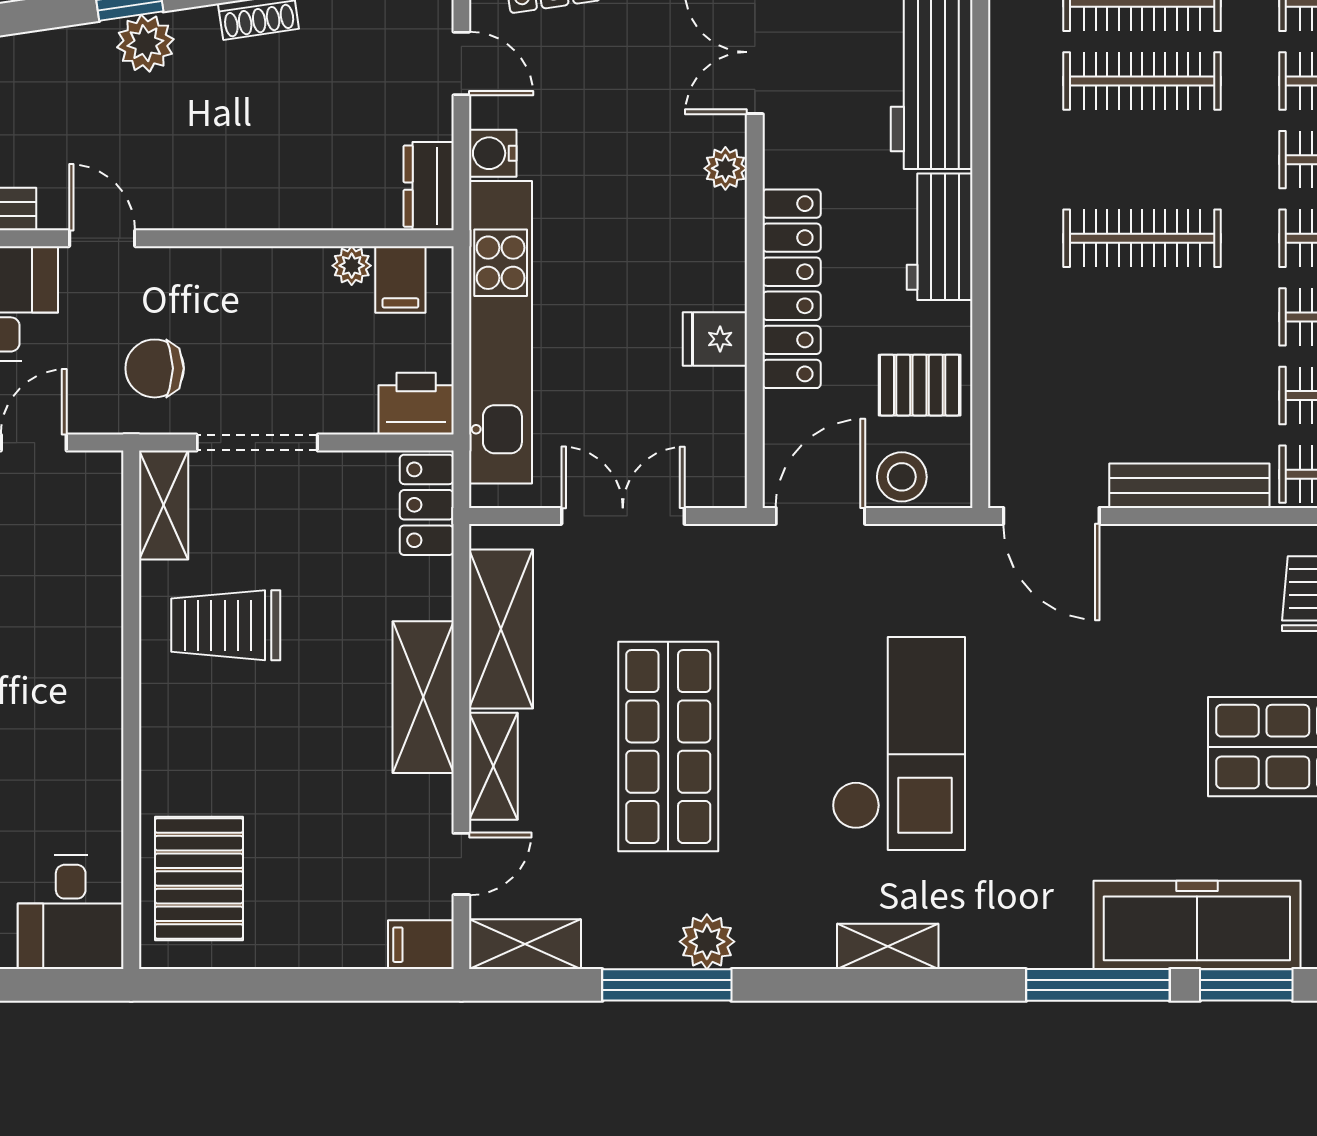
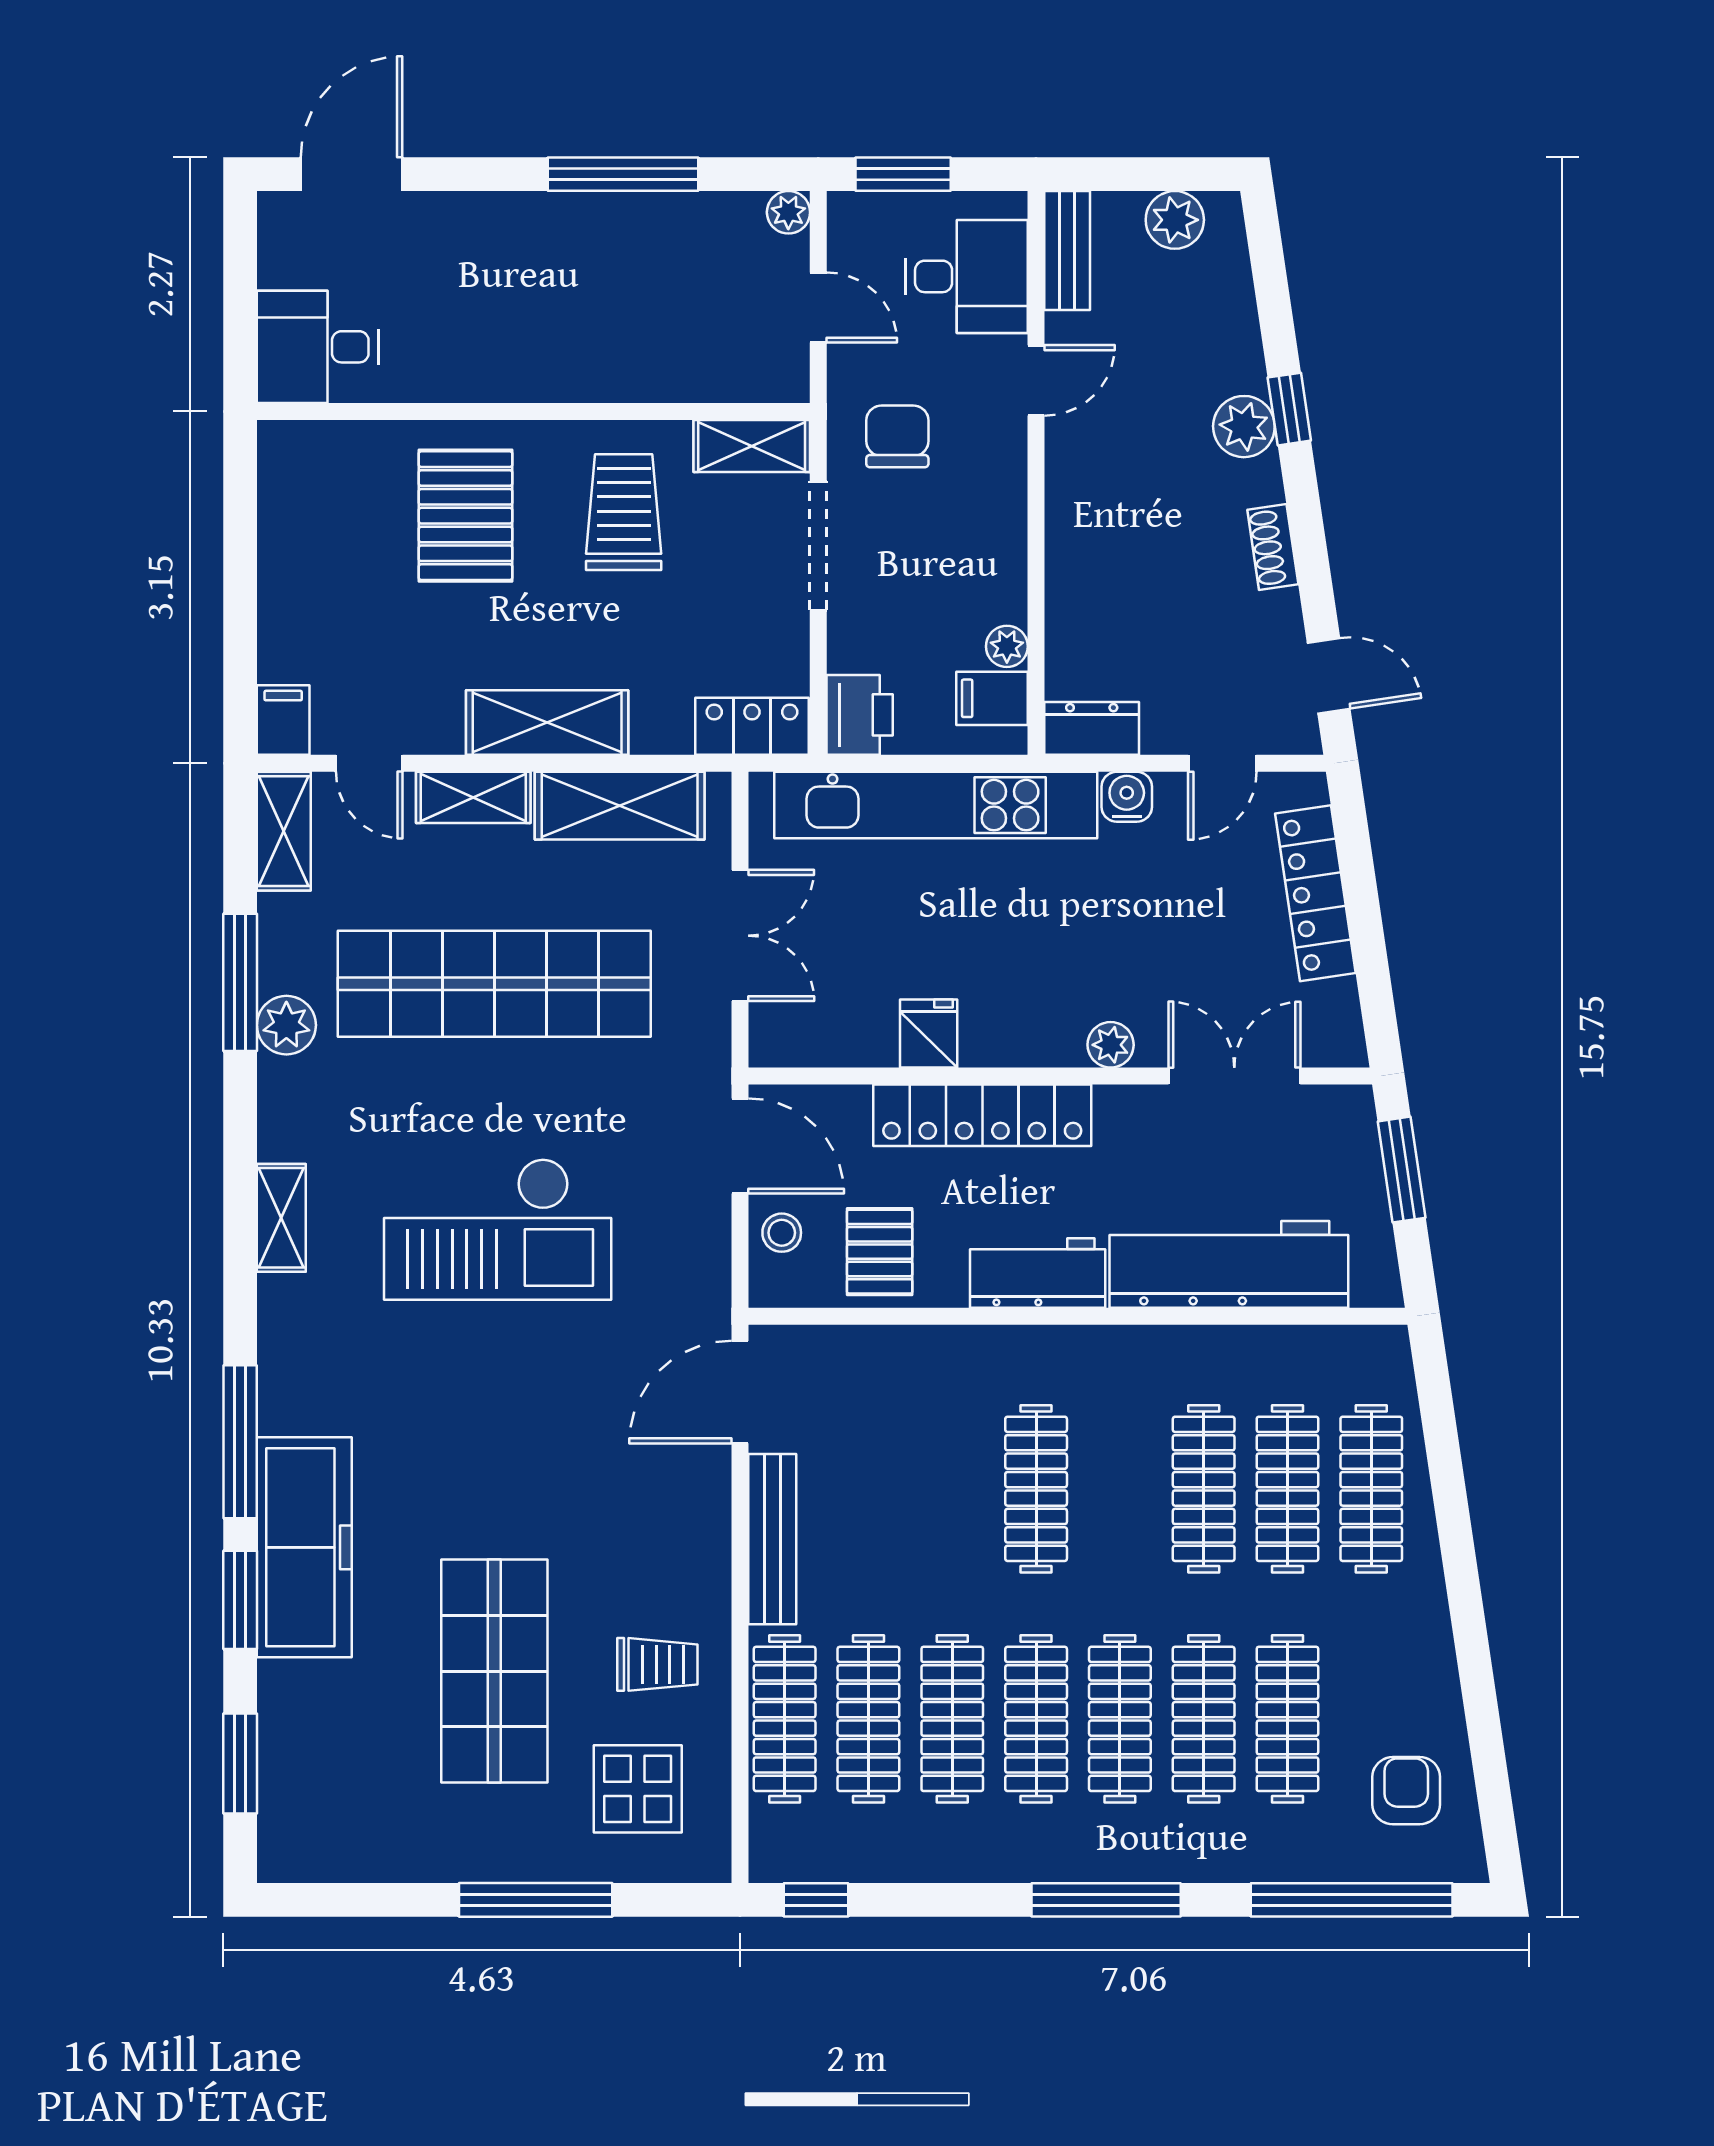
stool: (902, 477) -> (782, 1233), width x0.73, depth x0.73
shop shelf: (668, 747) -> (494, 984), width x1.40
pallet: (199, 878) -> (465, 516), moved, turned 90

